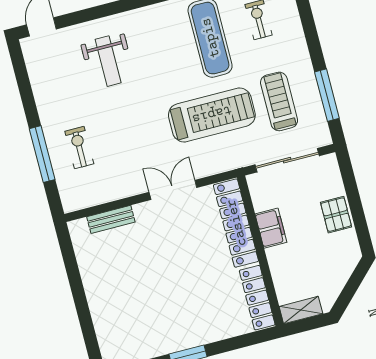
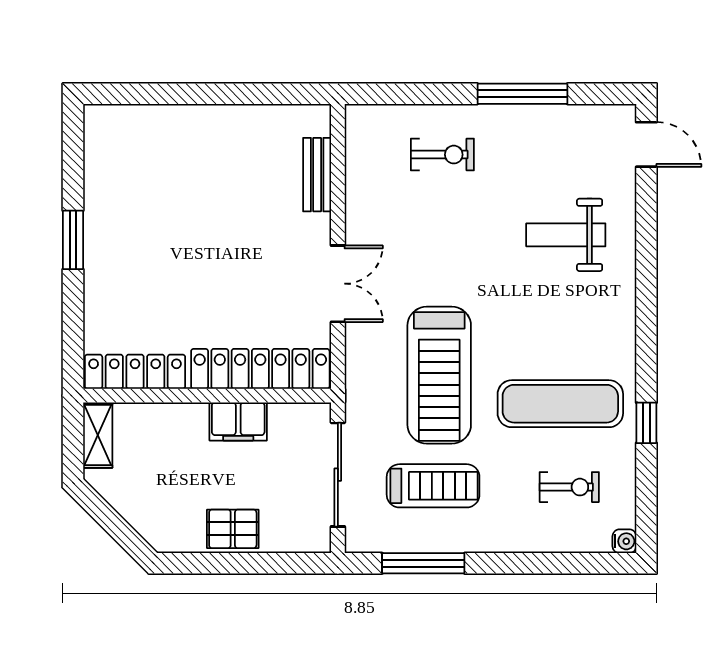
window: (42, 154) -> (522, 94), moved

